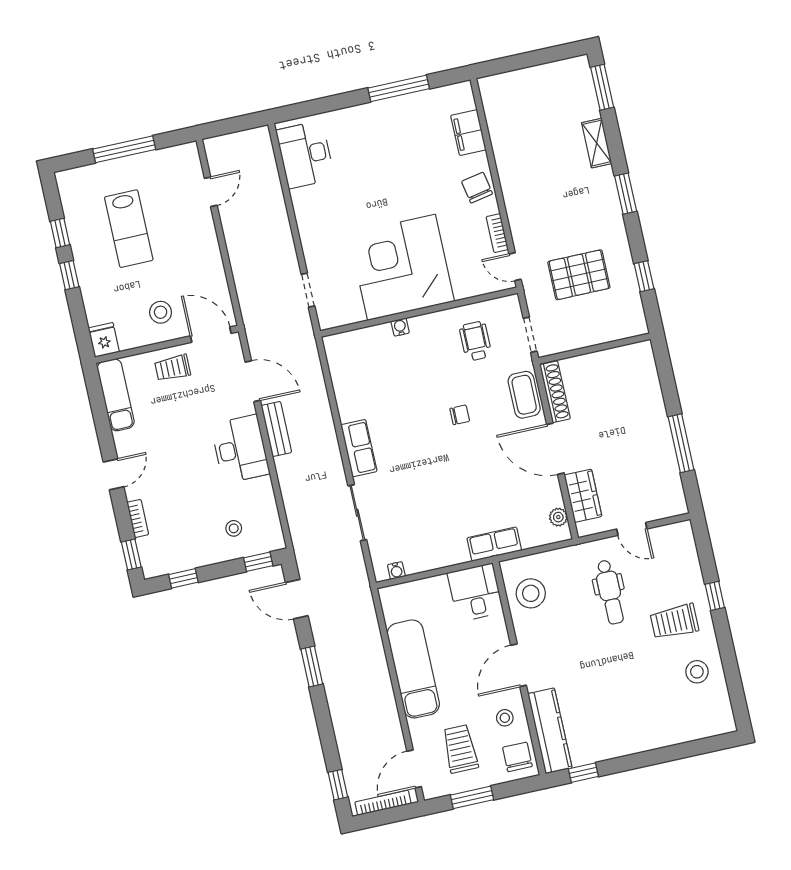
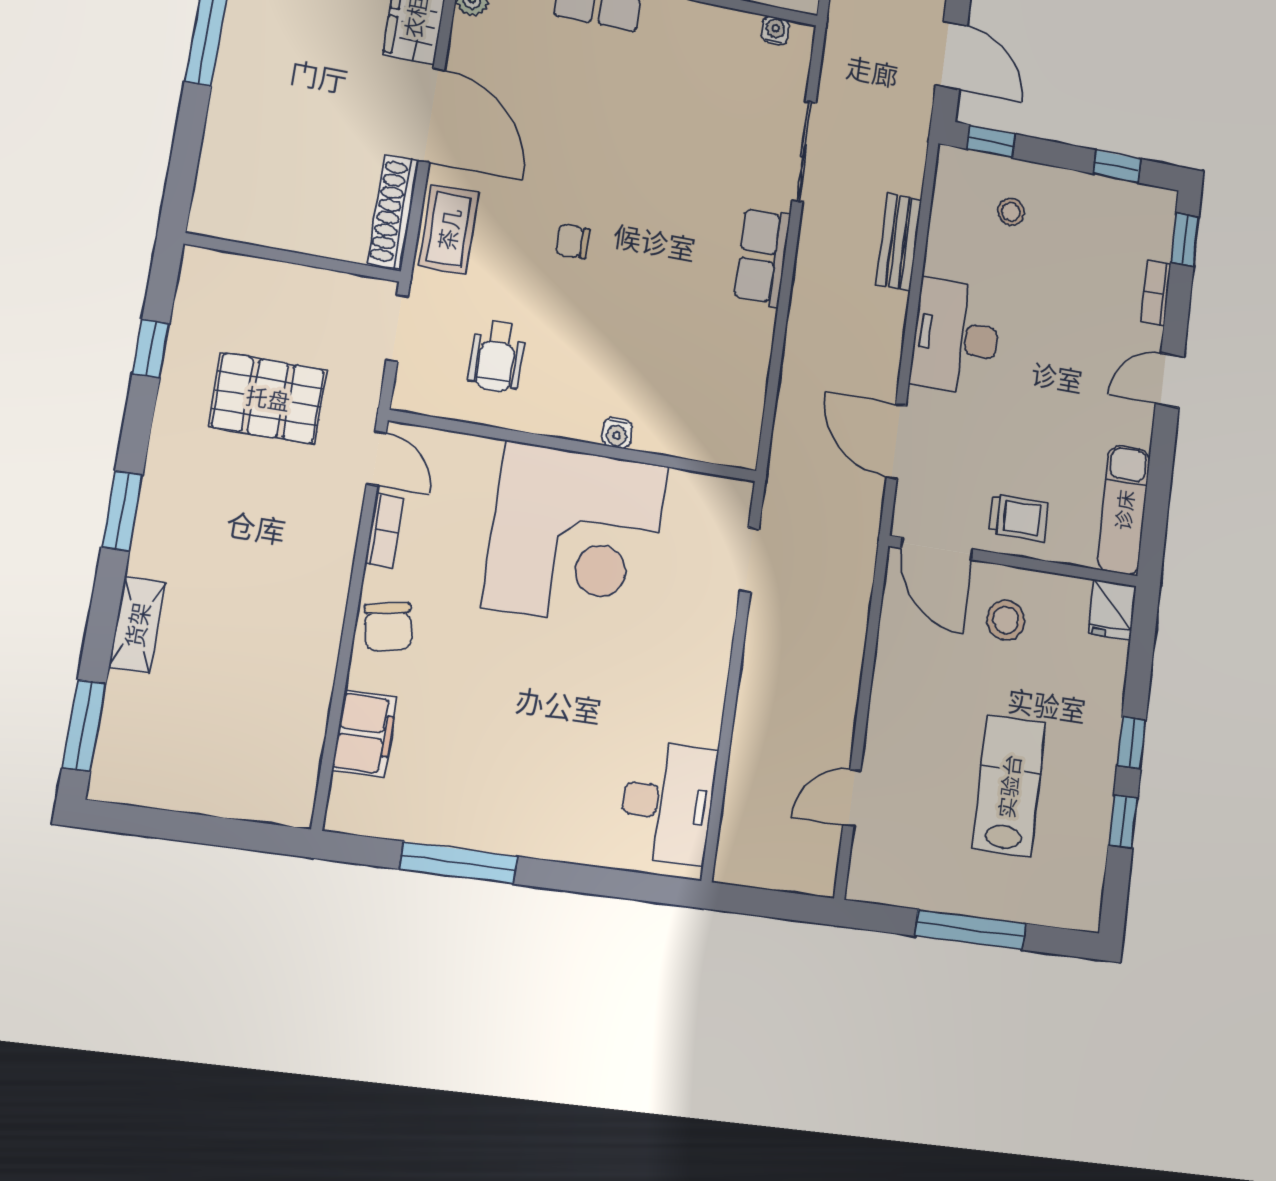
bench: (276, 429) -> (899, 242), moved

